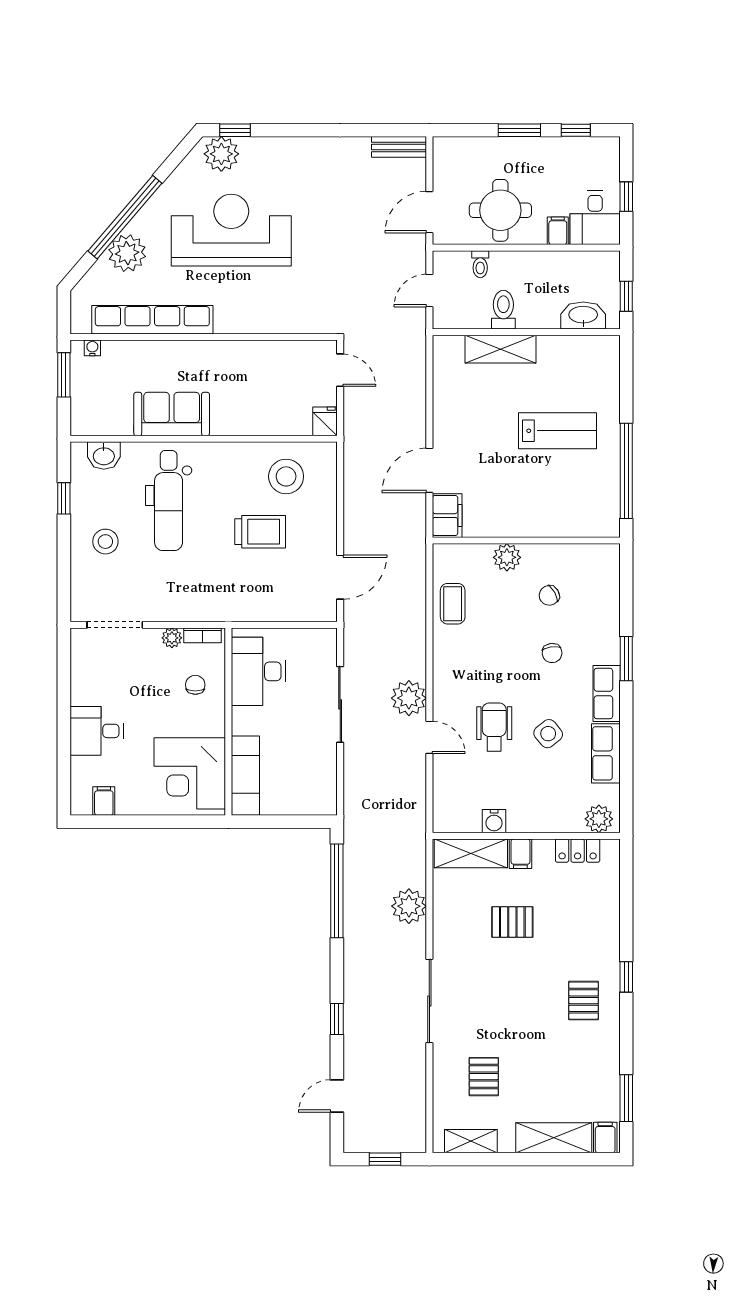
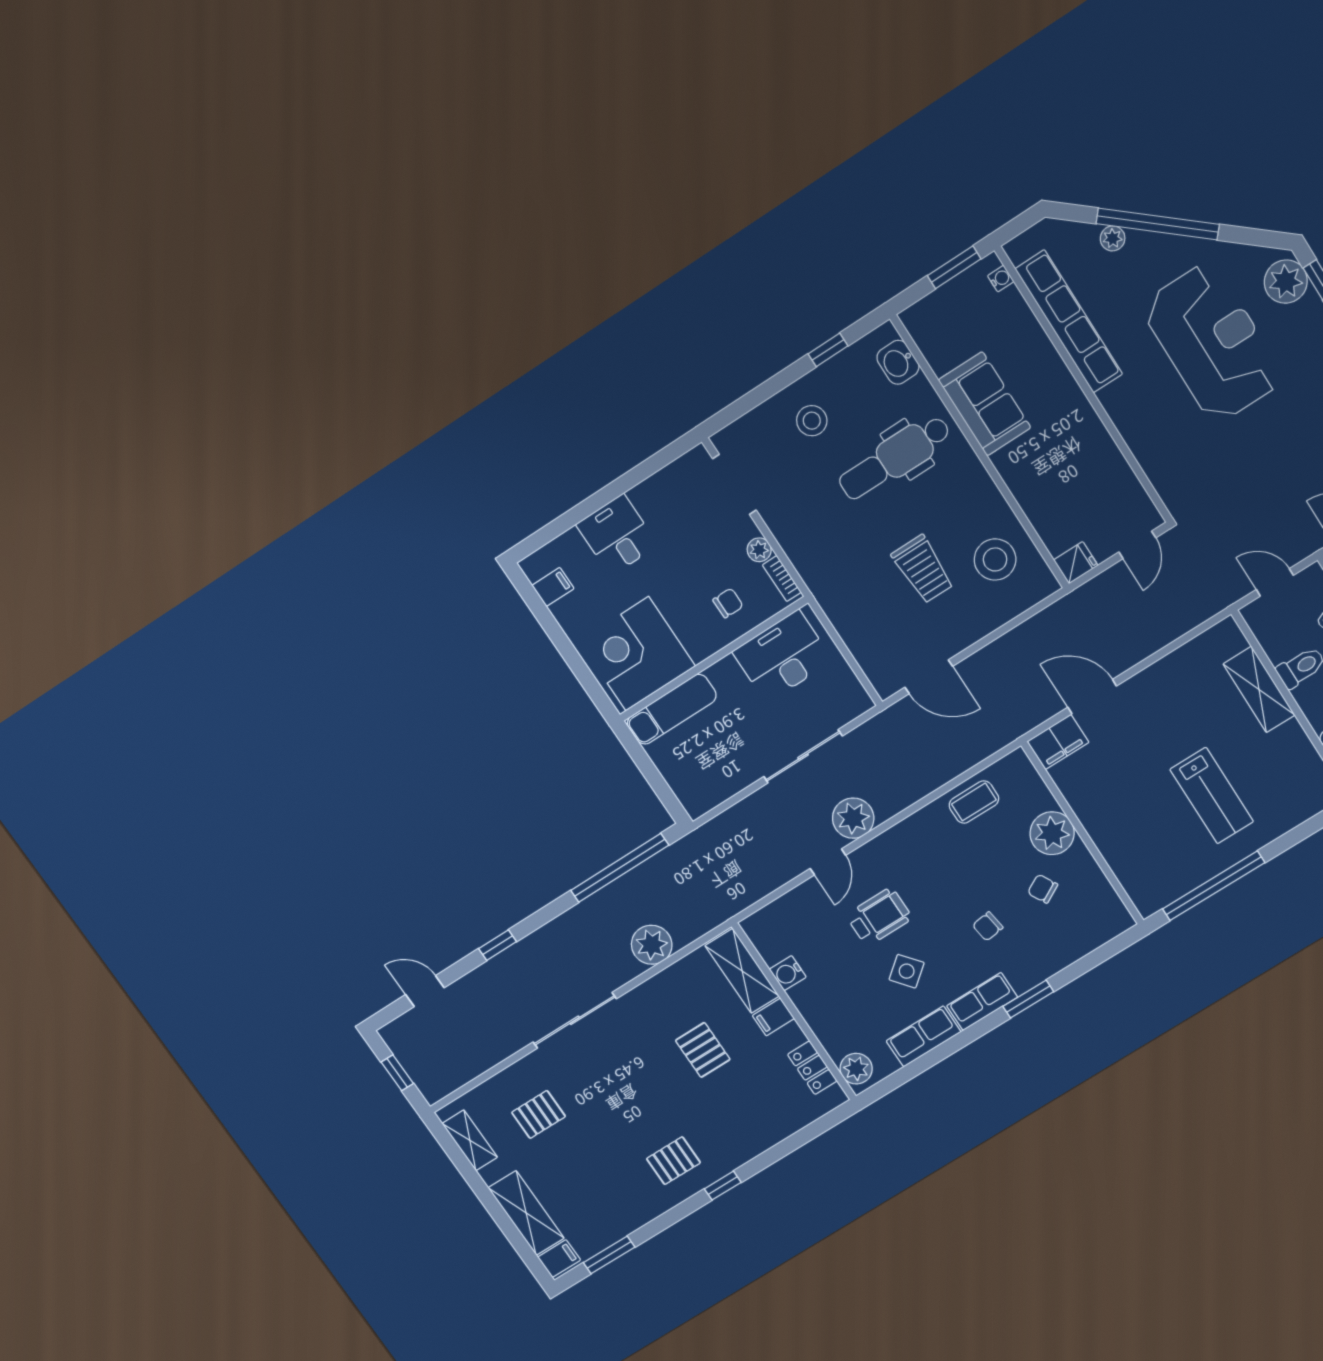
plant: (127, 253) -> (1113, 238), width x0.53, depth x0.53
plant: (507, 557) -> (1052, 833), width x1.36, depth x1.36

